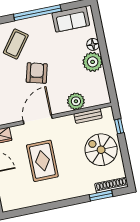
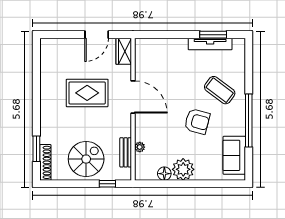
floor lamp: (93, 44) -> (164, 174), moved
armchair: (37, 73) -> (197, 121), moved
plant: (76, 101) -> (140, 147), width x0.53, depth x0.53

